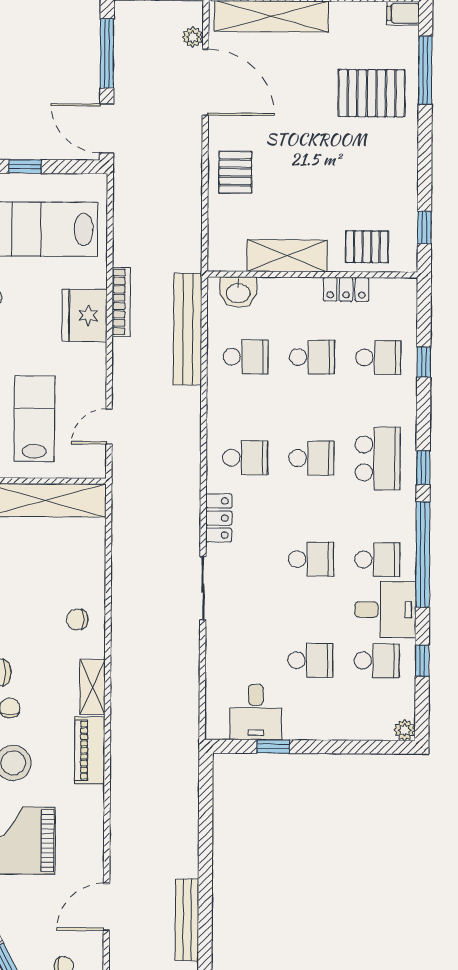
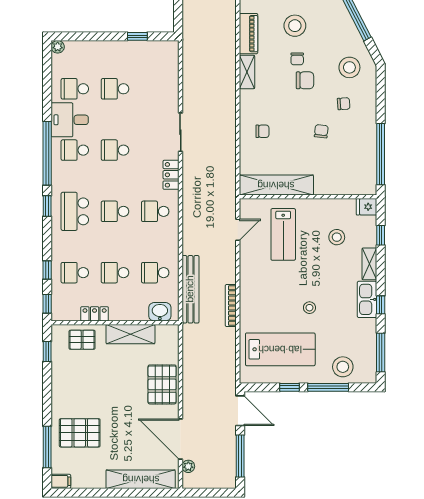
pallet: (235, 172) -> (162, 384), width x1.50, depth x1.42
fridge: (85, 315) -> (253, 297), removed
chair: (77, 619) -> (262, 131), moved
window: (422, 661) -> (47, 304), moved
desk: (256, 712) -> (148, 57), removed

